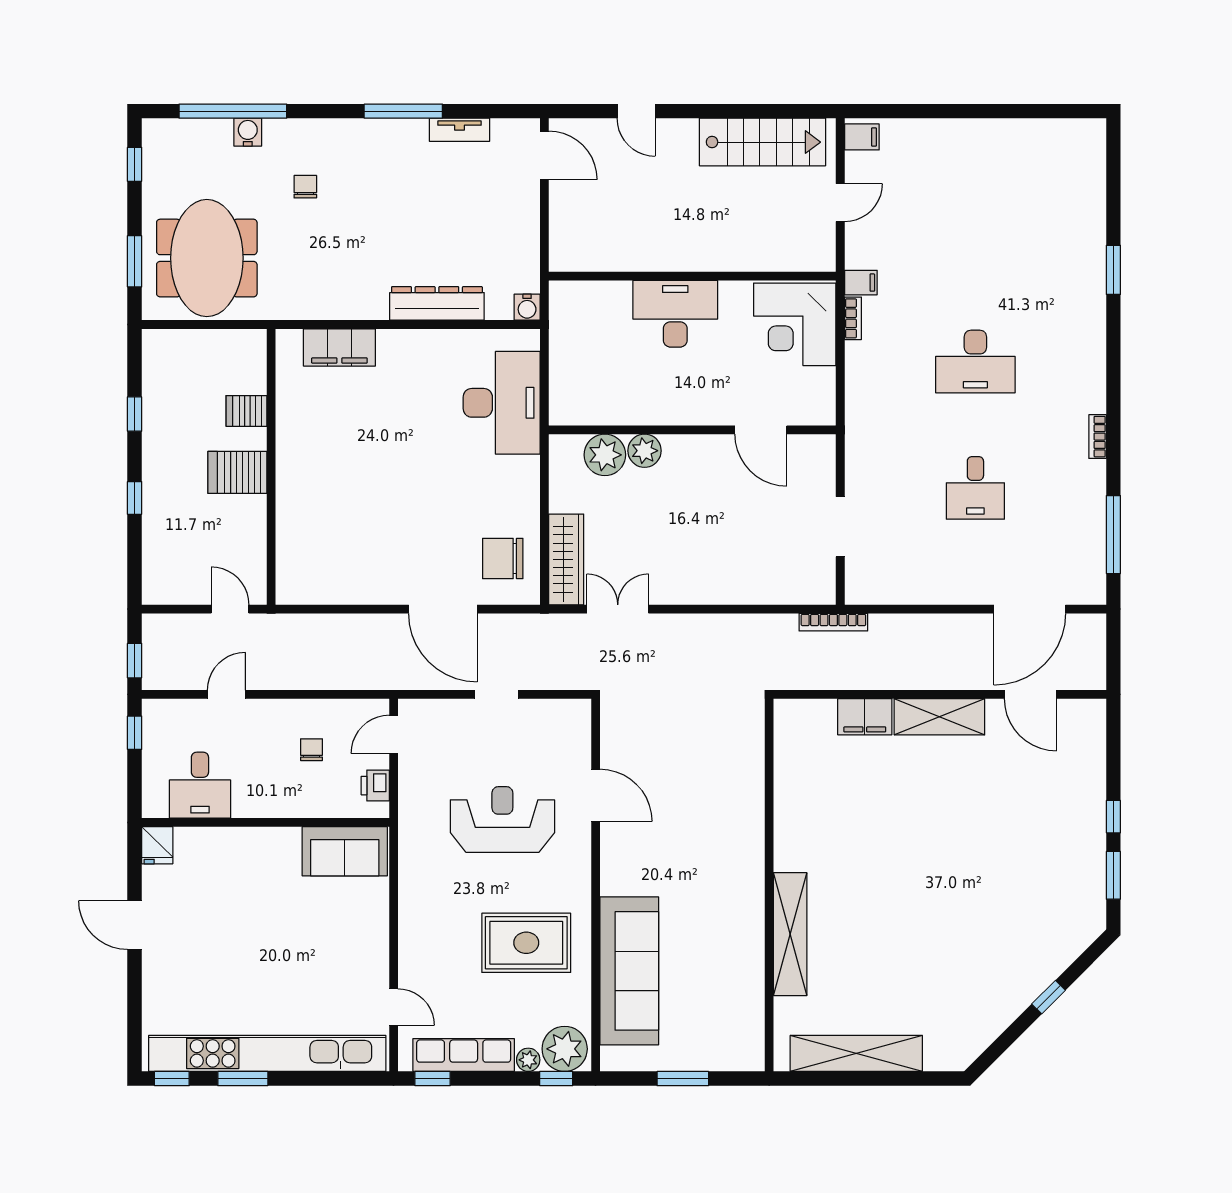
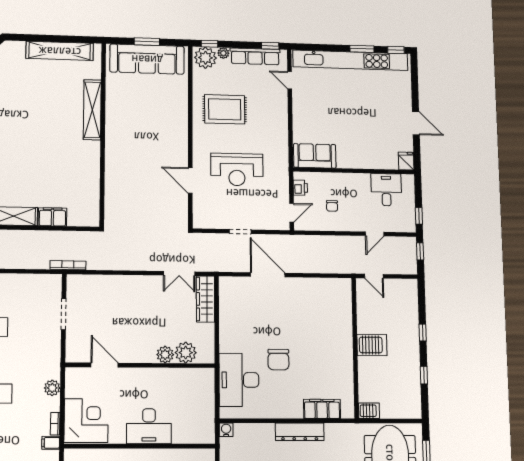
dresser: (437, 303) -> (300, 432), moved
plant: (860, 386) -> (52, 388), added
server rack: (246, 411) -> (369, 411), moved
chair: (503, 558) -> (278, 360), moved, turned 90
sofa: (629, 971) -> (147, 59), moved, turned -90

